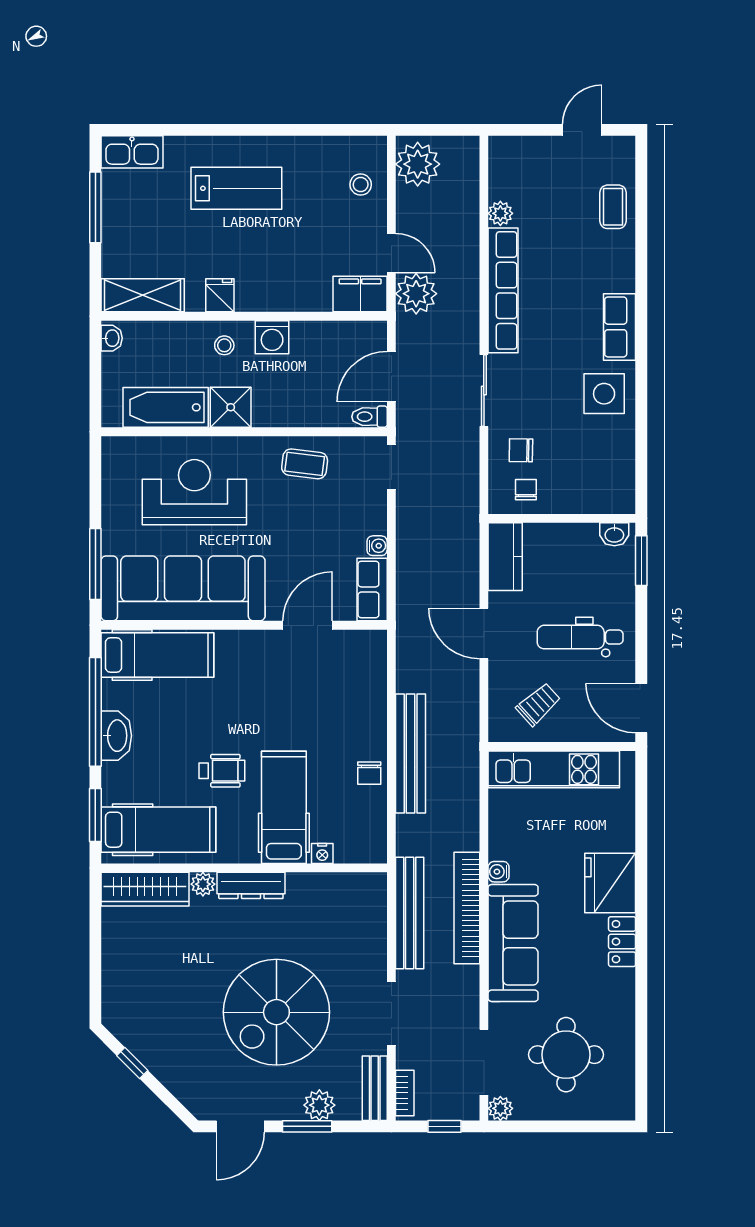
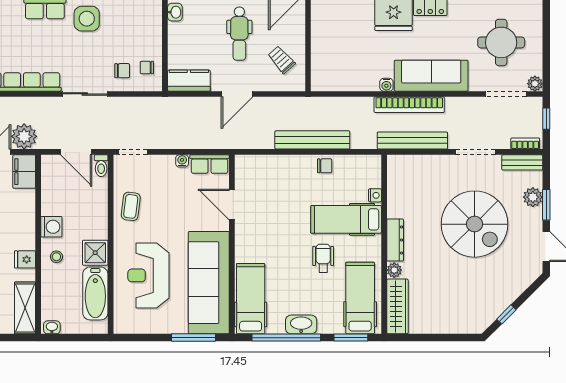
chair: (521, 450) -> (122, 71), turned -91
kitchen unit: (554, 769) -> (322, 50), removed

